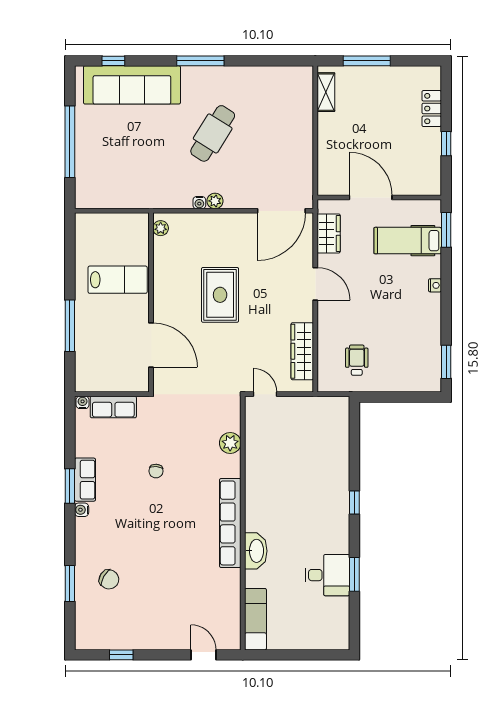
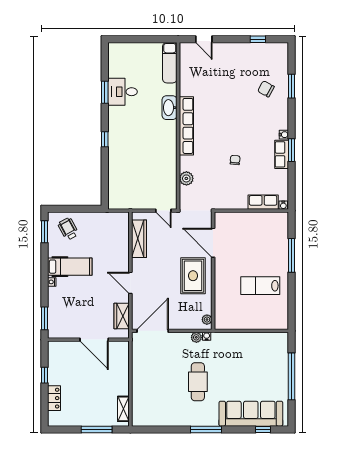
cafe table: (213, 133) -> (198, 382), turned -32
plant: (161, 228) -> (207, 320), moved
hospital bed: (408, 241) -> (70, 267), moved
wall: (151, 302) -> (213, 271), moved
door: (151, 345) -> (213, 243), moved
wheelchair: (357, 360) -> (68, 229), moved, turned 152

